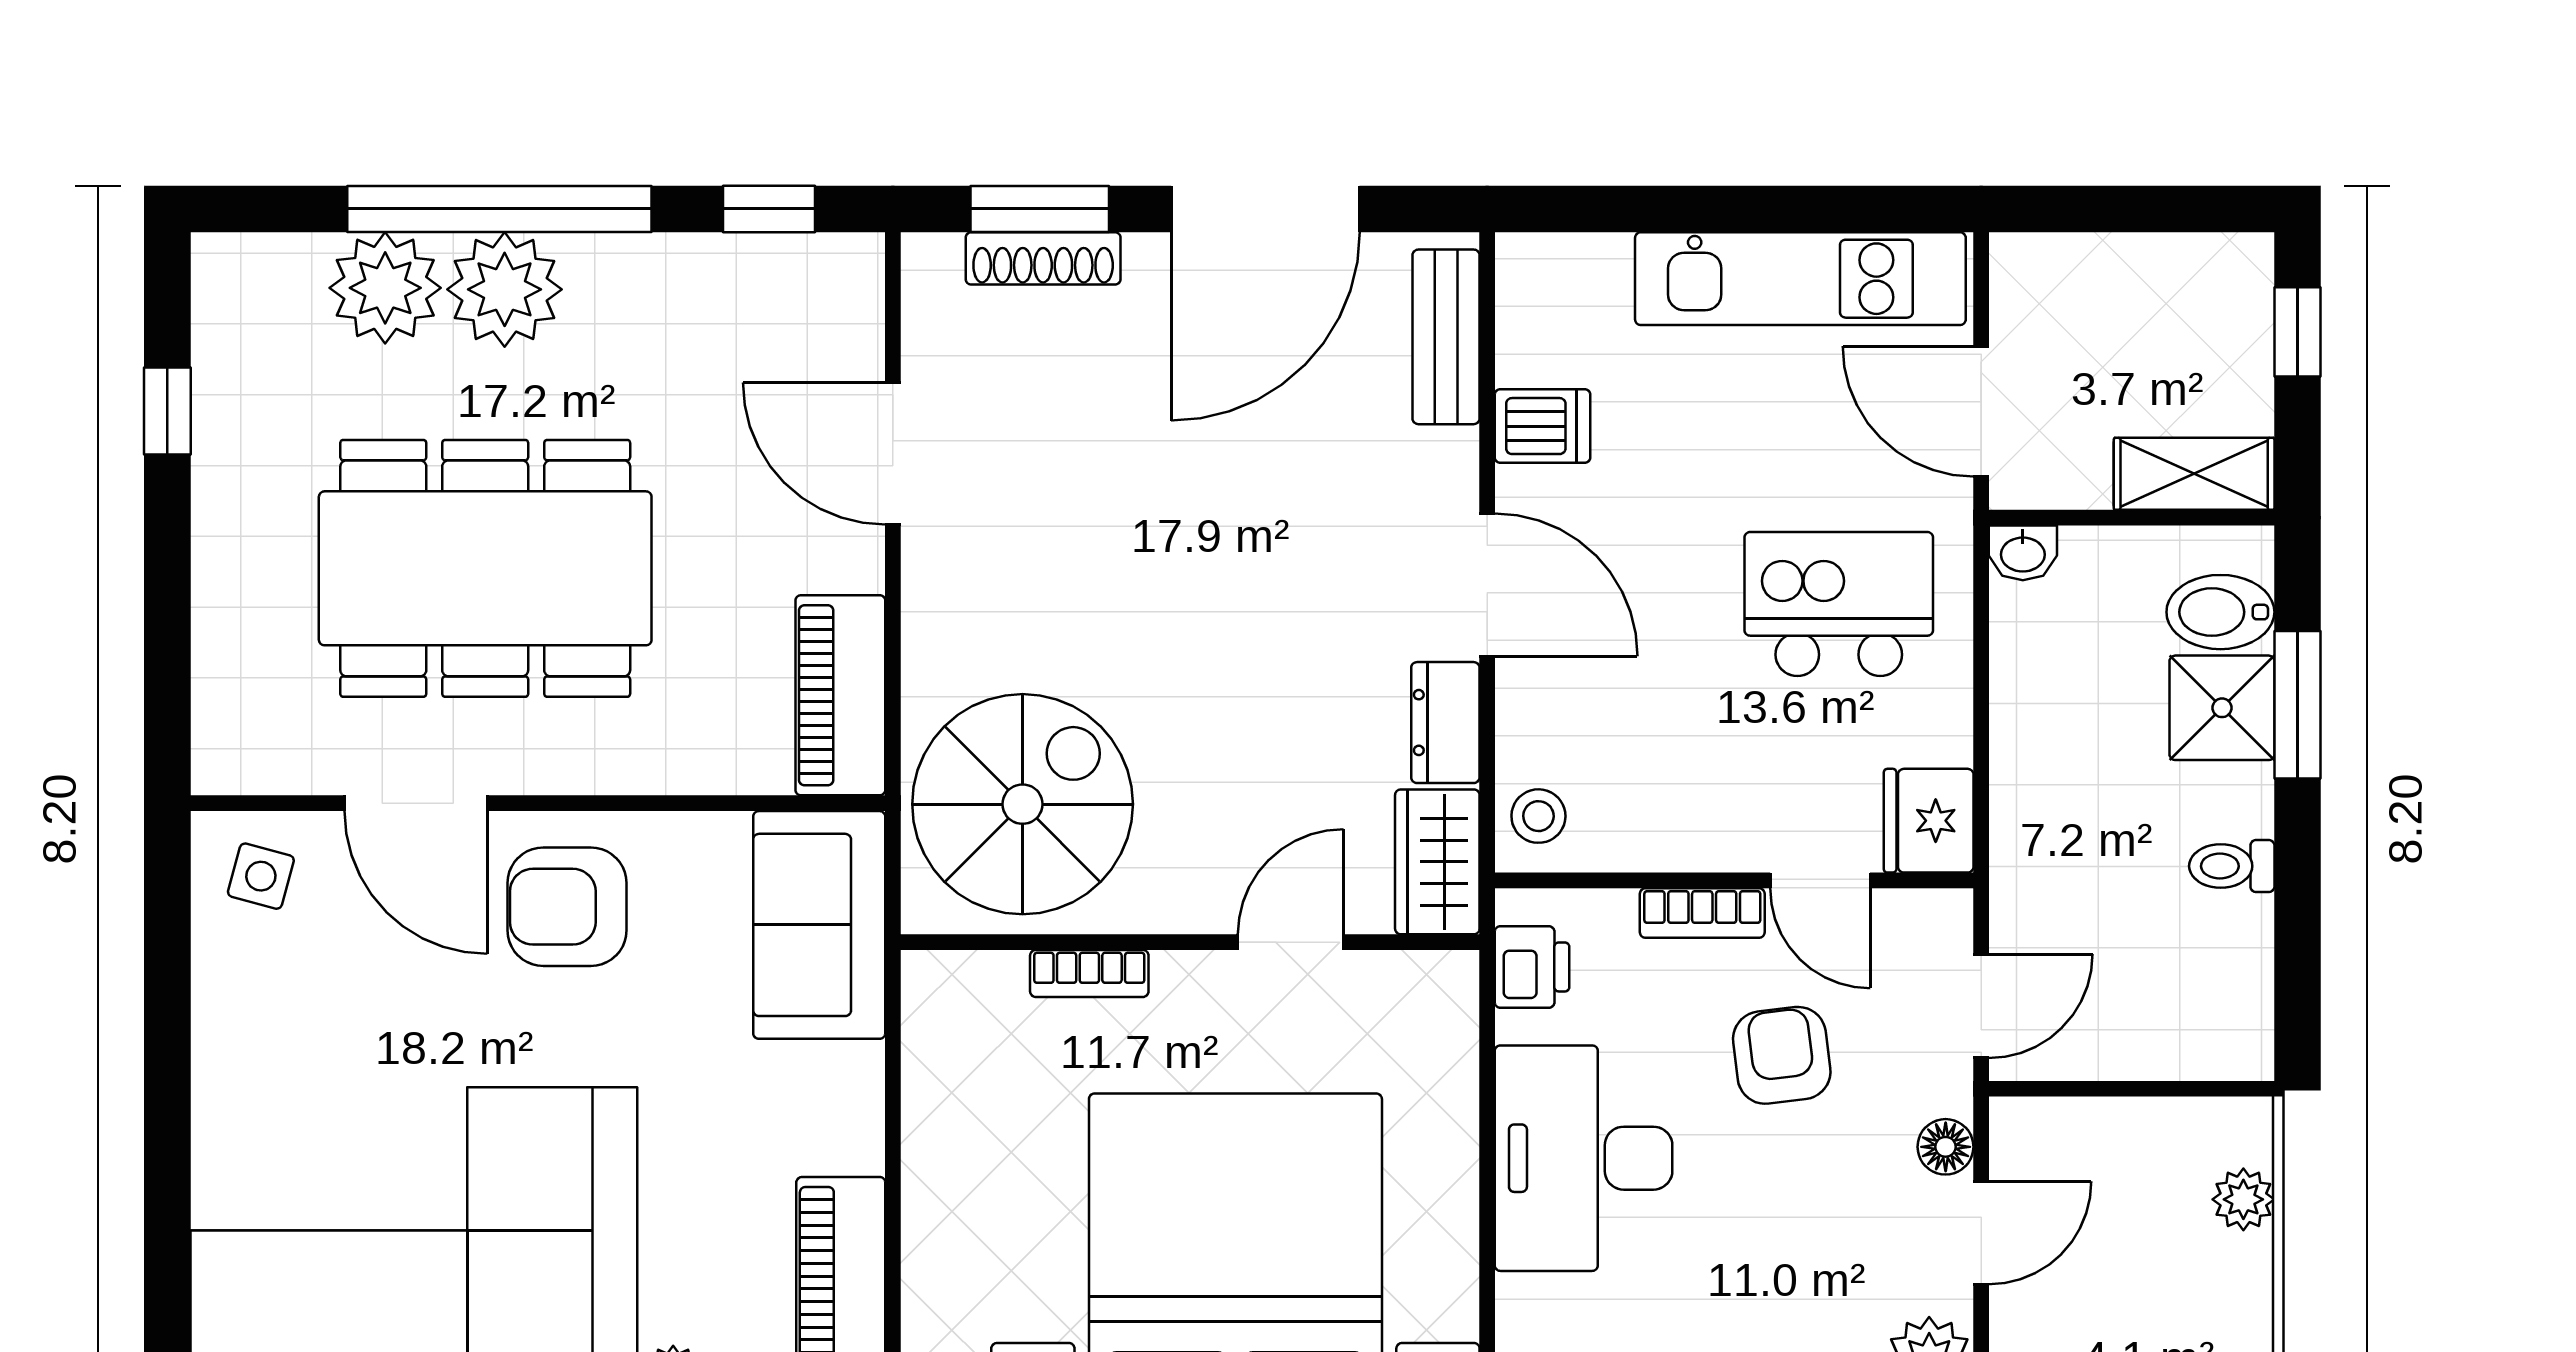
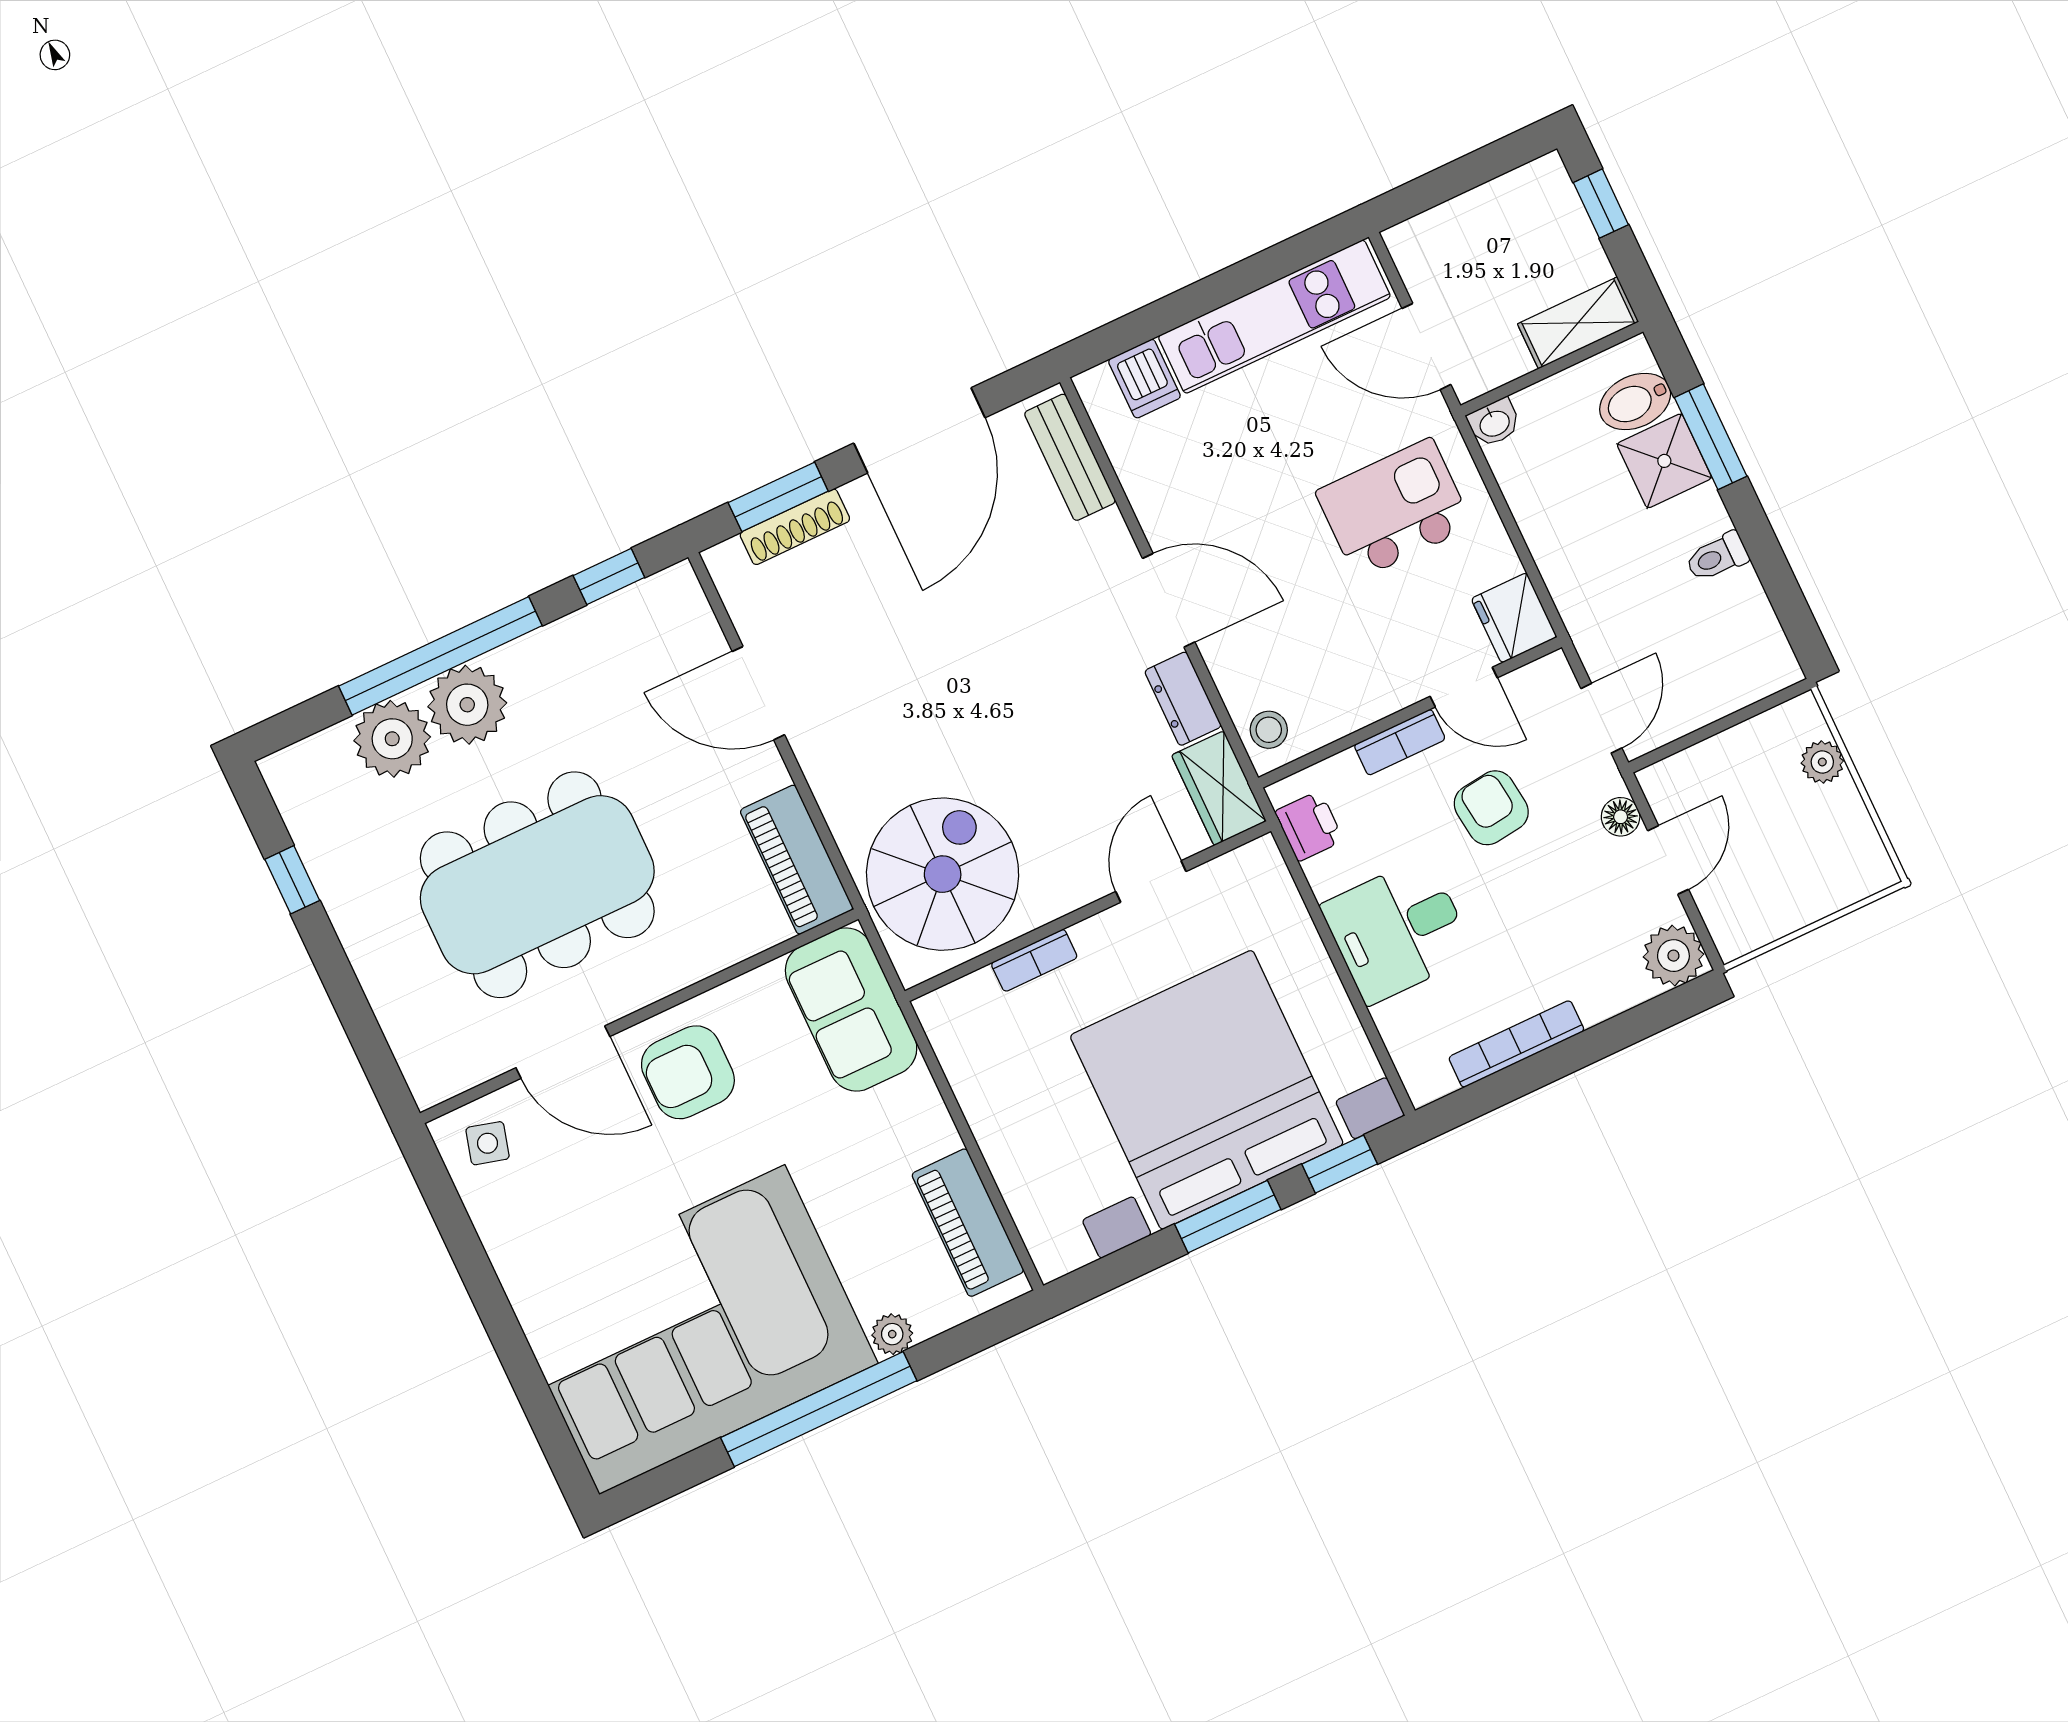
dishwasher: (1542, 426) -> (1144, 379), moved, turned 90
desk: (1584, 1158) -> (1398, 930), width x0.73

